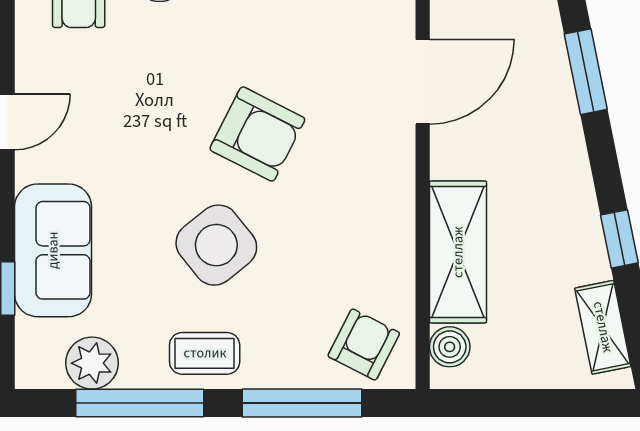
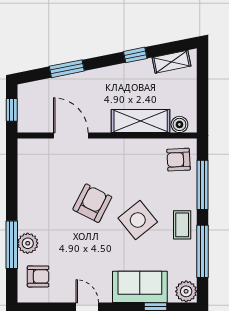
armchair: (364, 345) -> (178, 160), turned -30
plant: (92, 363) -> (186, 291), moved

